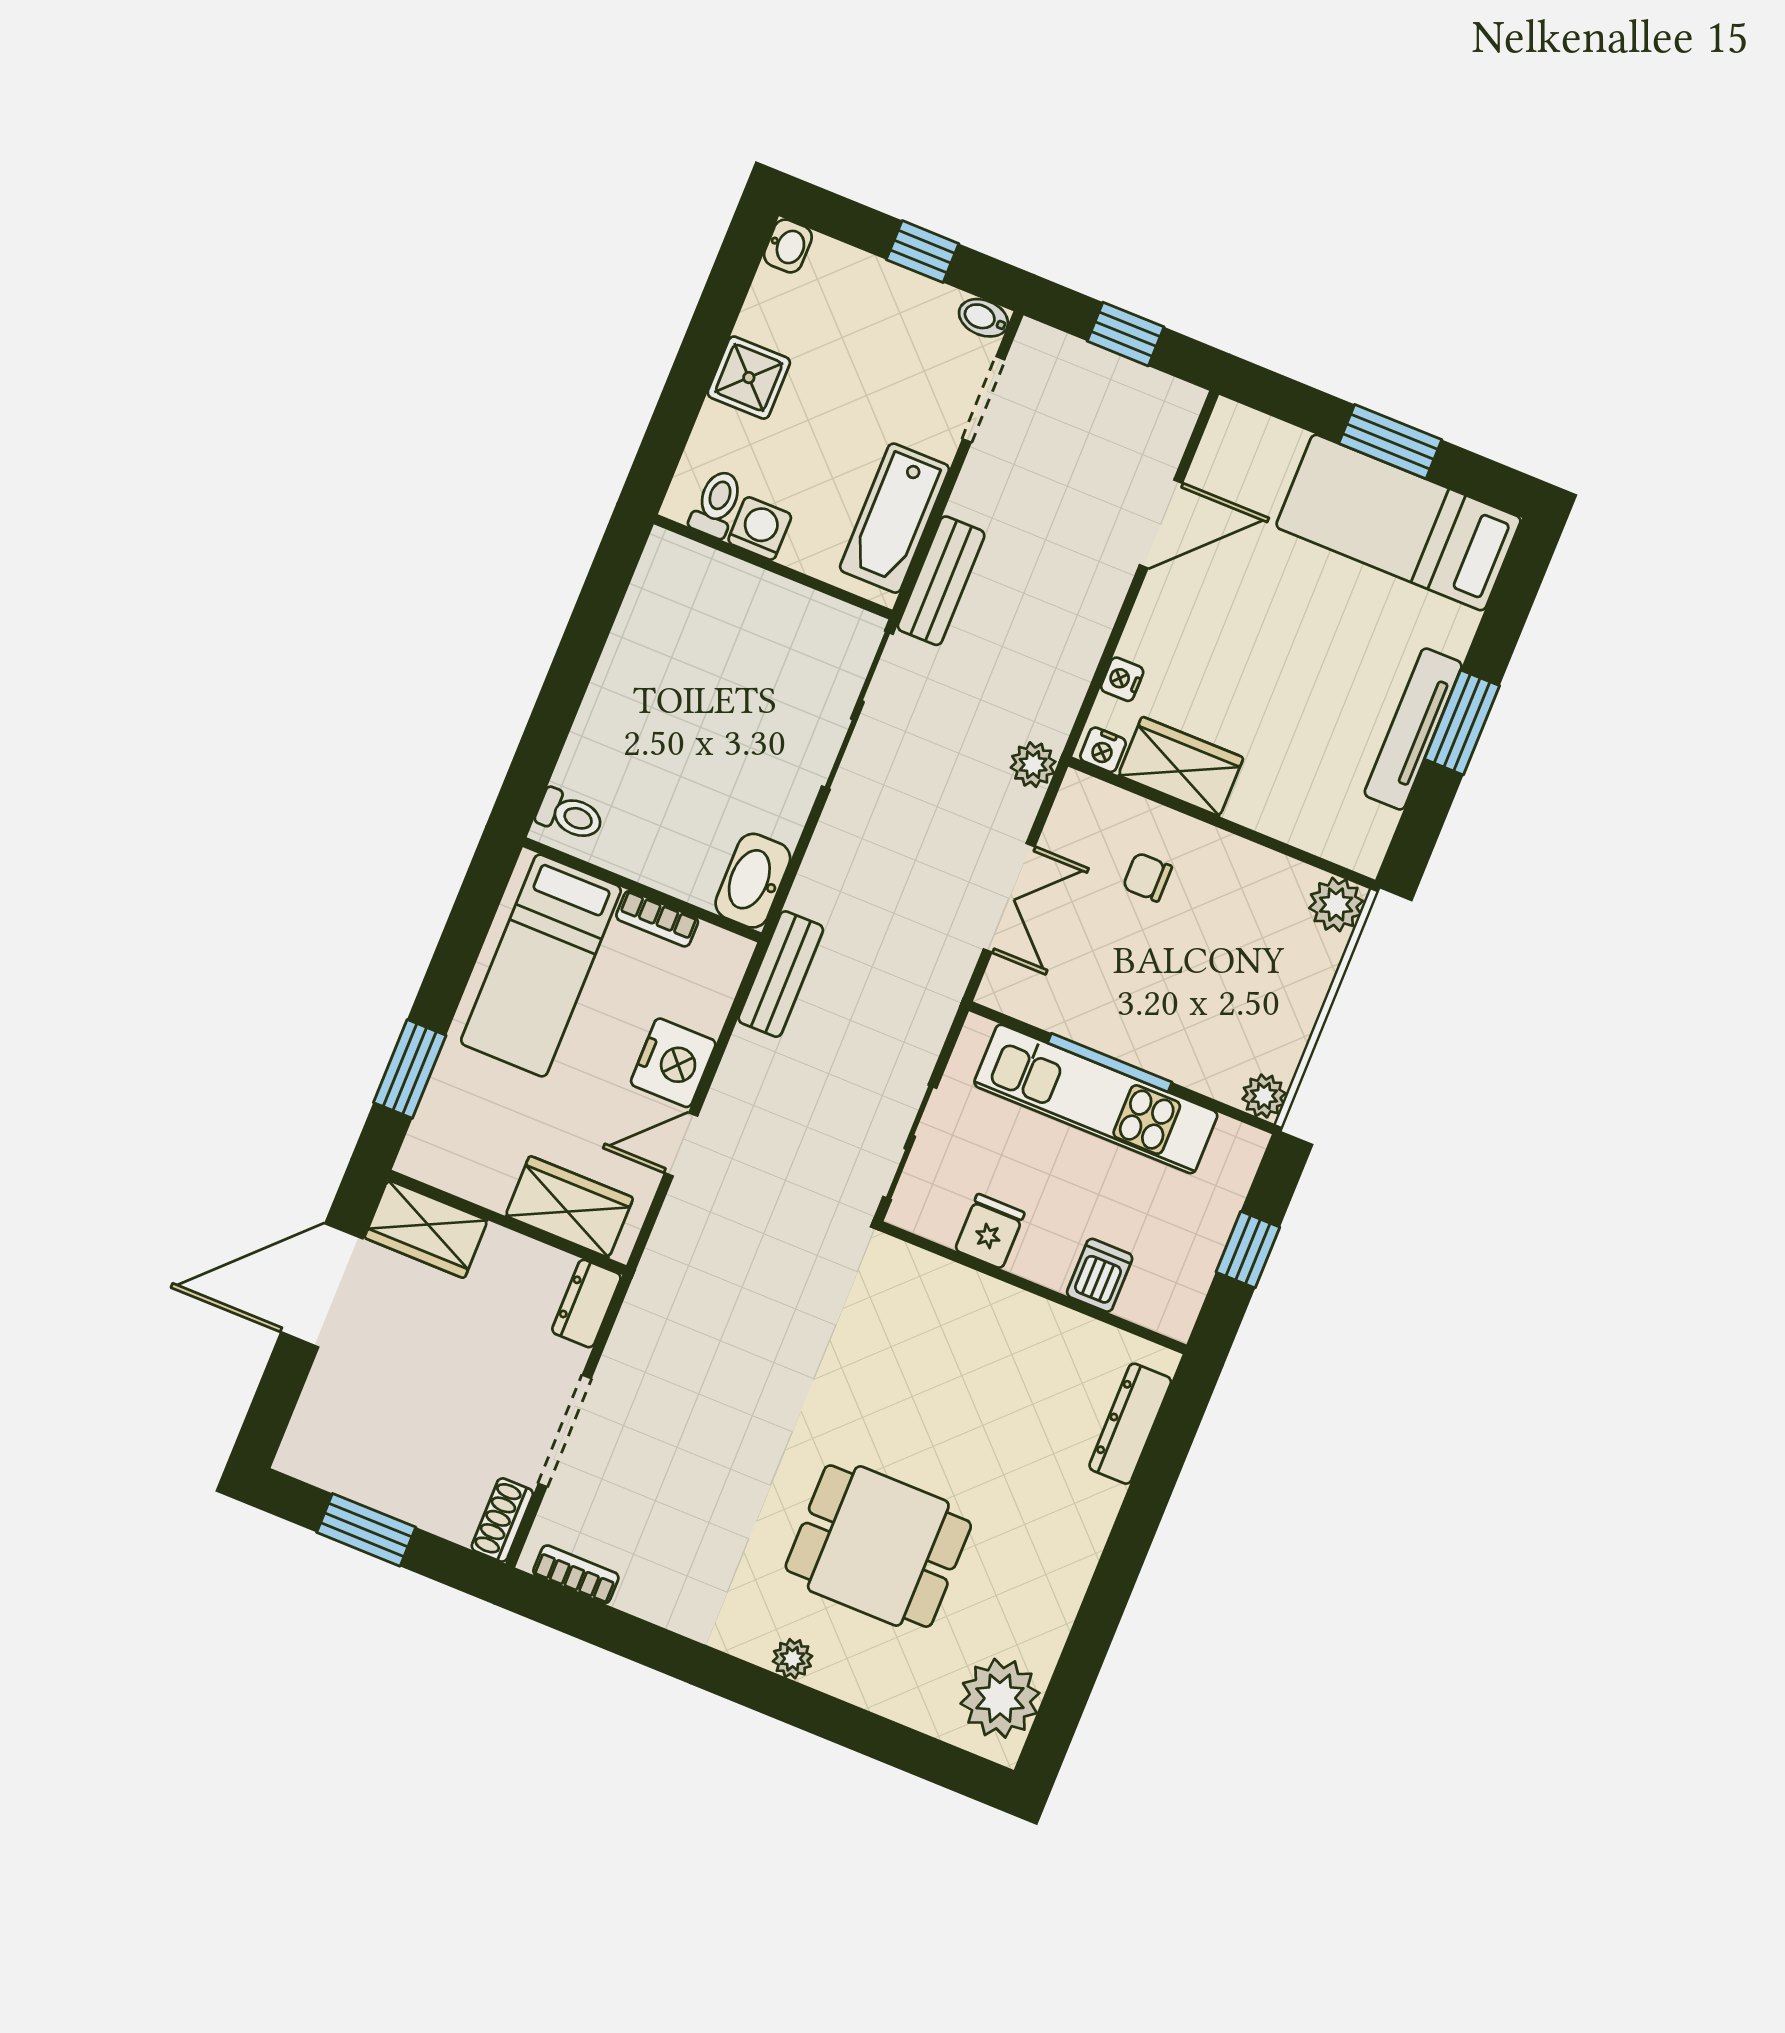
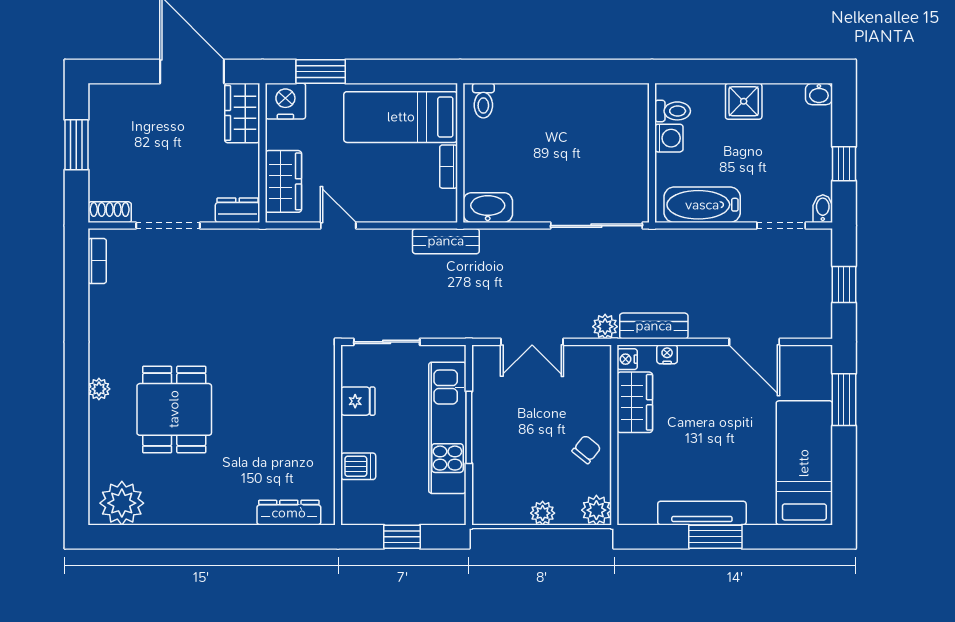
window: (1390, 442) -> (844, 400), moved
bench: (941, 581) -> (654, 326), moved
chair: (1147, 877) -> (586, 449), moved, turned 39
nightstand: (673, 1063) -> (285, 101), moved, turned 180
plant: (1264, 1096) -> (543, 513), moved

